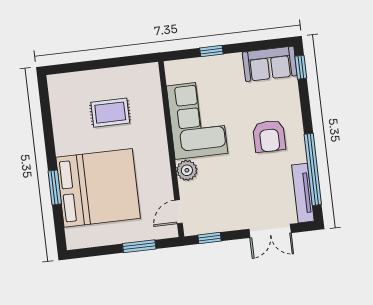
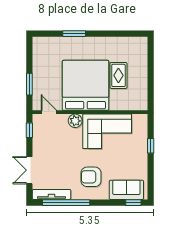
sofa: (270, 64) -> (126, 190), moved, turned 90
bed: (98, 188) -> (85, 85), moved, turned 180

